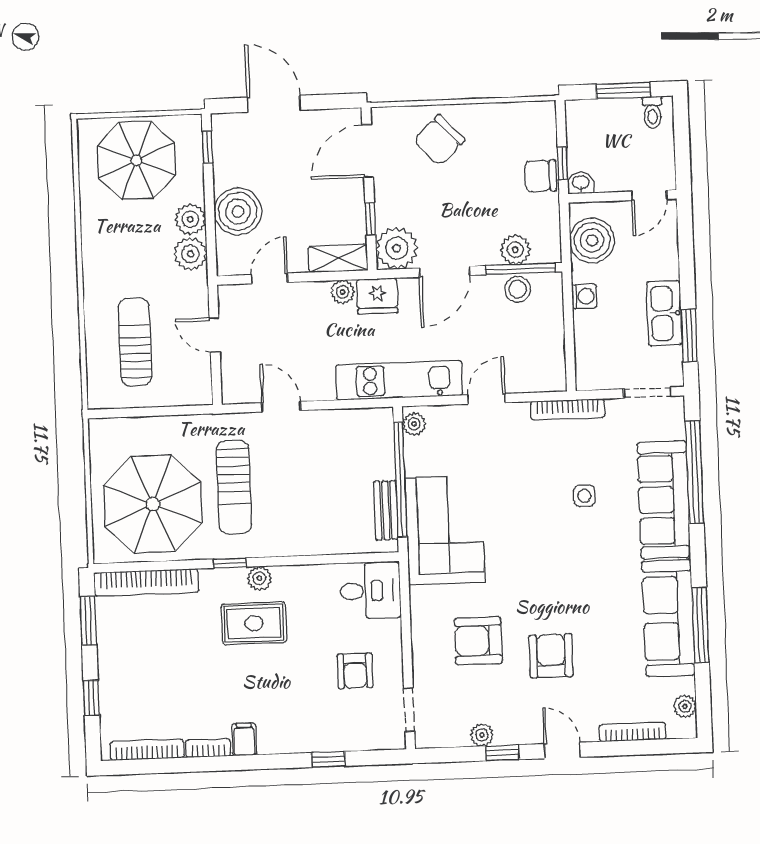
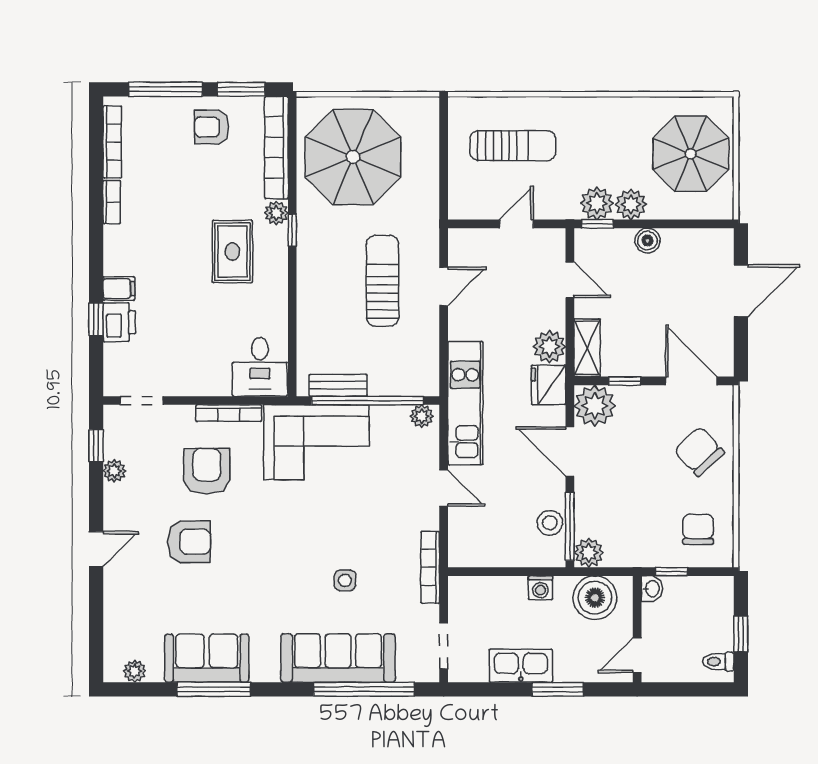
window: (623, 90) -> (741, 634), width x0.67
window: (207, 147) -> (597, 224), moved
chair: (540, 176) -> (698, 529), moved
door: (649, 195) -> (637, 655), hinge flipped
boiler: (238, 212) -> (647, 241), width x0.54, depth x0.54
plant: (515, 250) -> (589, 553), moved
plant: (343, 292) -> (549, 347), width x1.38, depth x1.38
window: (689, 335) -> (558, 689), moved
sun lounger: (234, 487) -> (383, 281), moved, turned 90
plant: (259, 578) -> (276, 213), moved
sofa: (668, 618) -> (207, 658), width x0.73
armchair: (355, 671) -> (212, 127), moved
window: (91, 698) -> (165, 89), width x2.17
bookcase: (632, 732) -> (229, 413), moved, turned 90
printer: (330, 736) -> (119, 322), added
filing cabinet: (244, 739) -> (119, 289), moved
window: (502, 753) -> (96, 446), moved

